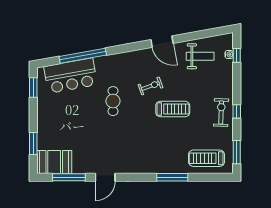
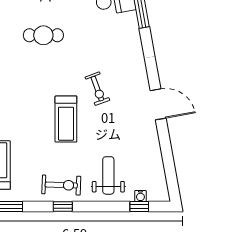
door: (162, 42) -> (158, 104), swing flipped
weight bench: (200, 56) -> (108, 175), moved, turned 180
cafe table: (113, 101) -> (43, 35), moved

